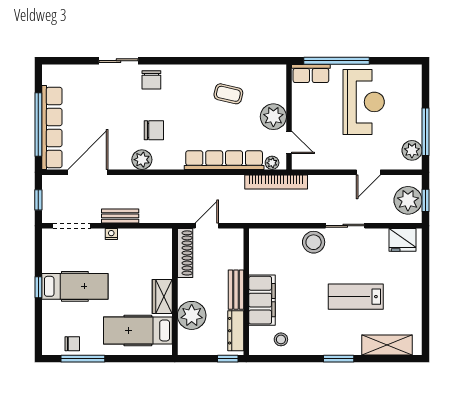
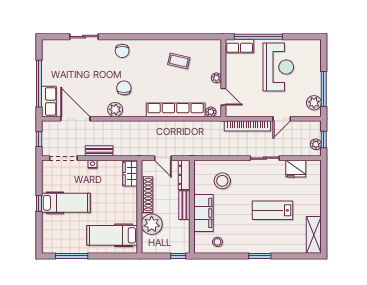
sliding door: (119, 61) -> (84, 37), moved
plant: (273, 117) -> (216, 78), width x0.53, depth x0.53
row of seats: (52, 128) -> (49, 101), width x0.50
chair: (154, 130) -> (124, 88), turned -90
door: (88, 172) -> (75, 119), hinge flipped
bookcase: (276, 182) -> (247, 126), moved
plant: (408, 200) -> (316, 144), width x0.53, depth x0.53
door: (207, 226) -> (163, 158), swing flipped
fridge: (403, 240) -> (296, 169), moved
stool: (314, 242) -> (222, 181), moved
shoe rack: (185, 253) -> (147, 195), moved
wardrobe: (162, 297) -> (130, 174), moved
dresser: (236, 331) -> (184, 175), moved
chair: (72, 344) -> (64, 245), removed
shelving: (387, 345) -> (314, 235), moved, turned 90

